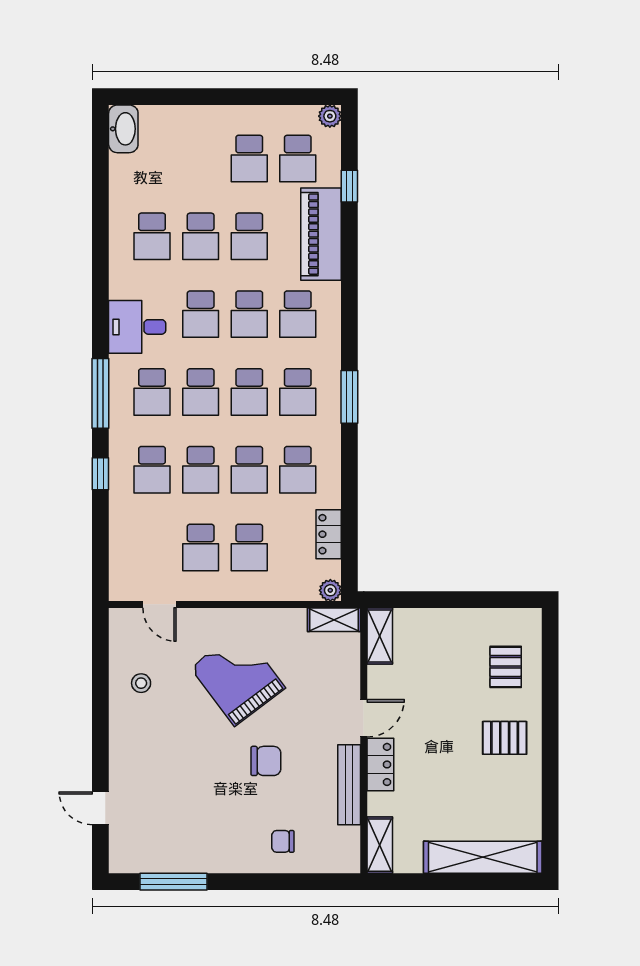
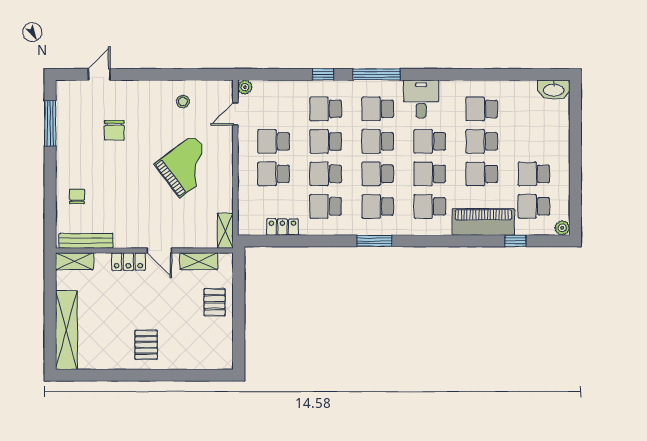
plant: (330, 590) -> (245, 87), moved
shelving: (380, 636) -> (199, 261), moved
pallet: (506, 667) -> (215, 302), moved, turned 90
chair: (266, 761) -> (114, 130), moved
bench: (349, 785) -> (86, 241), moved

